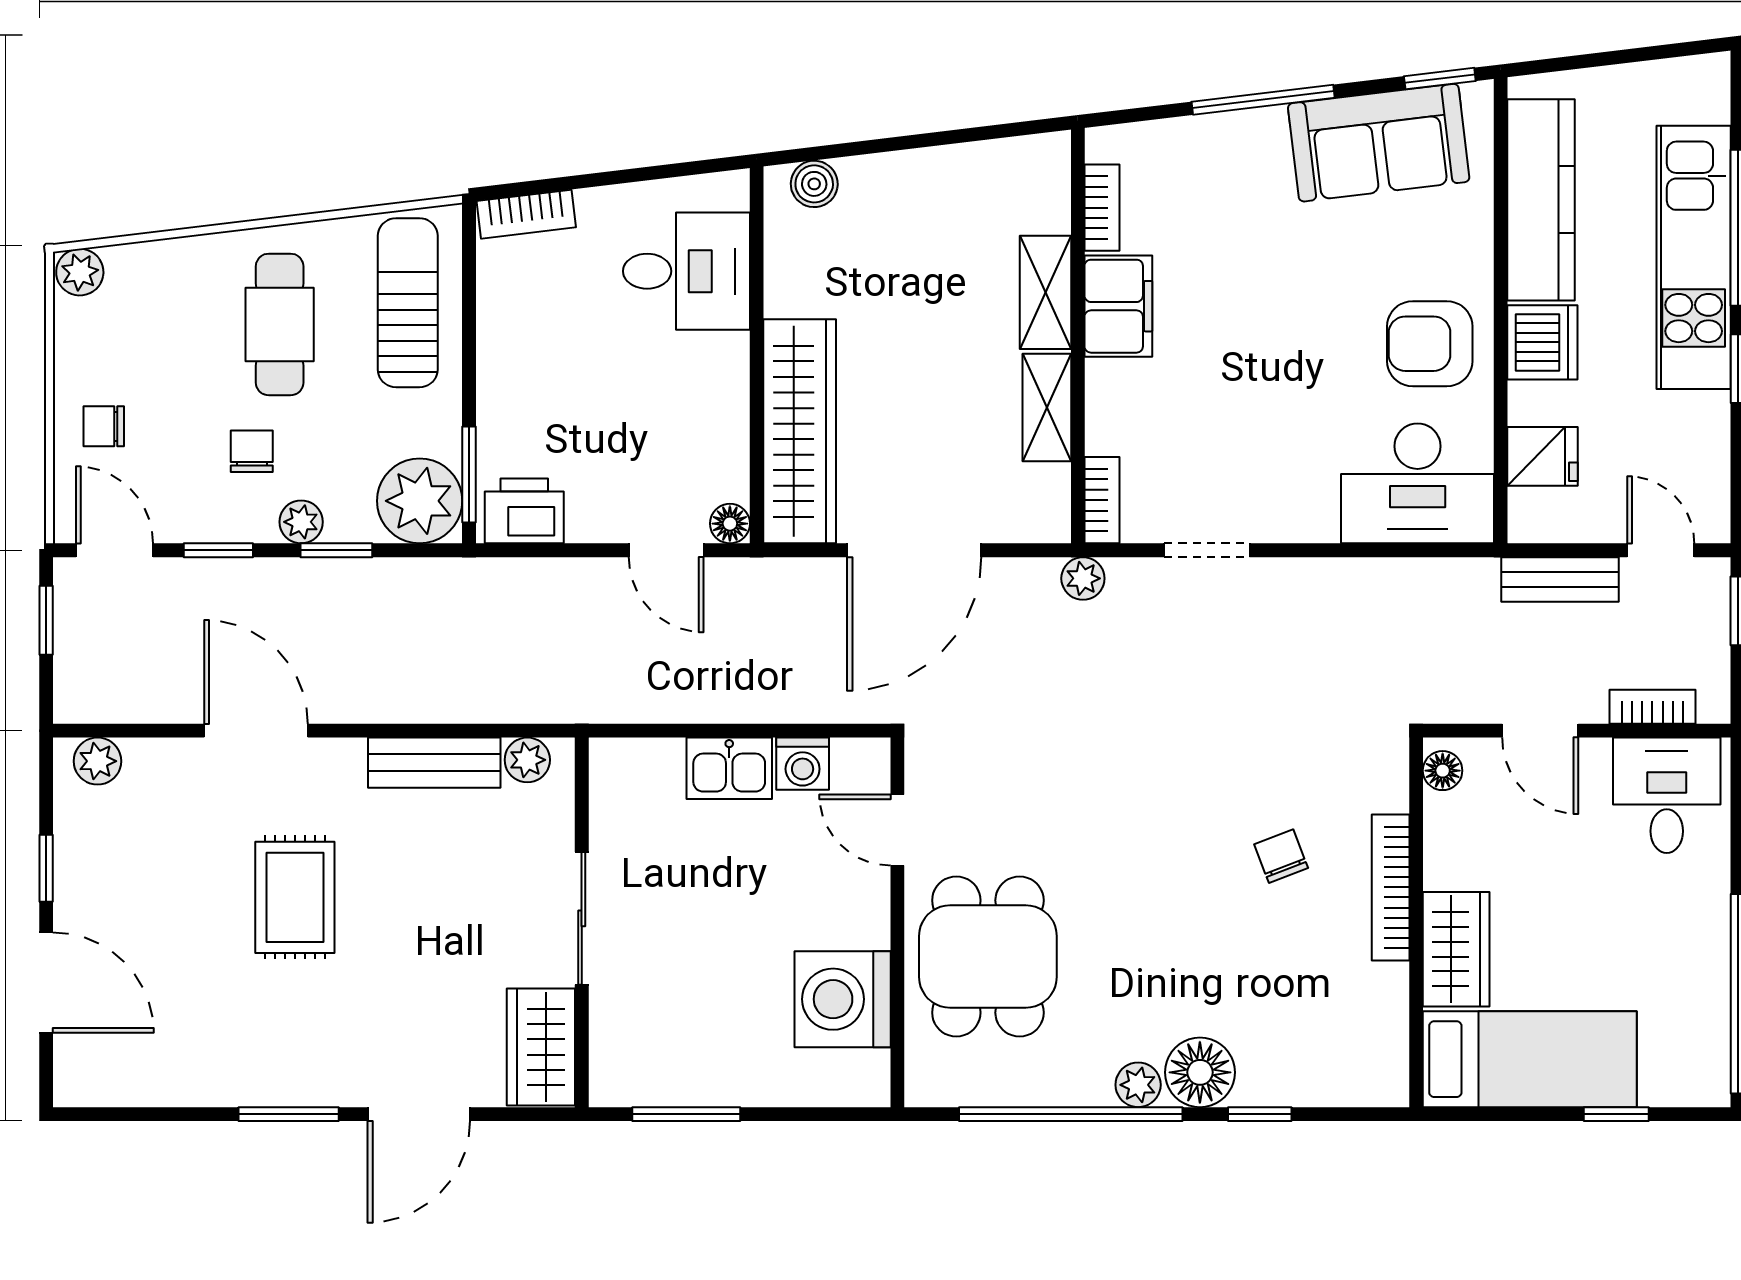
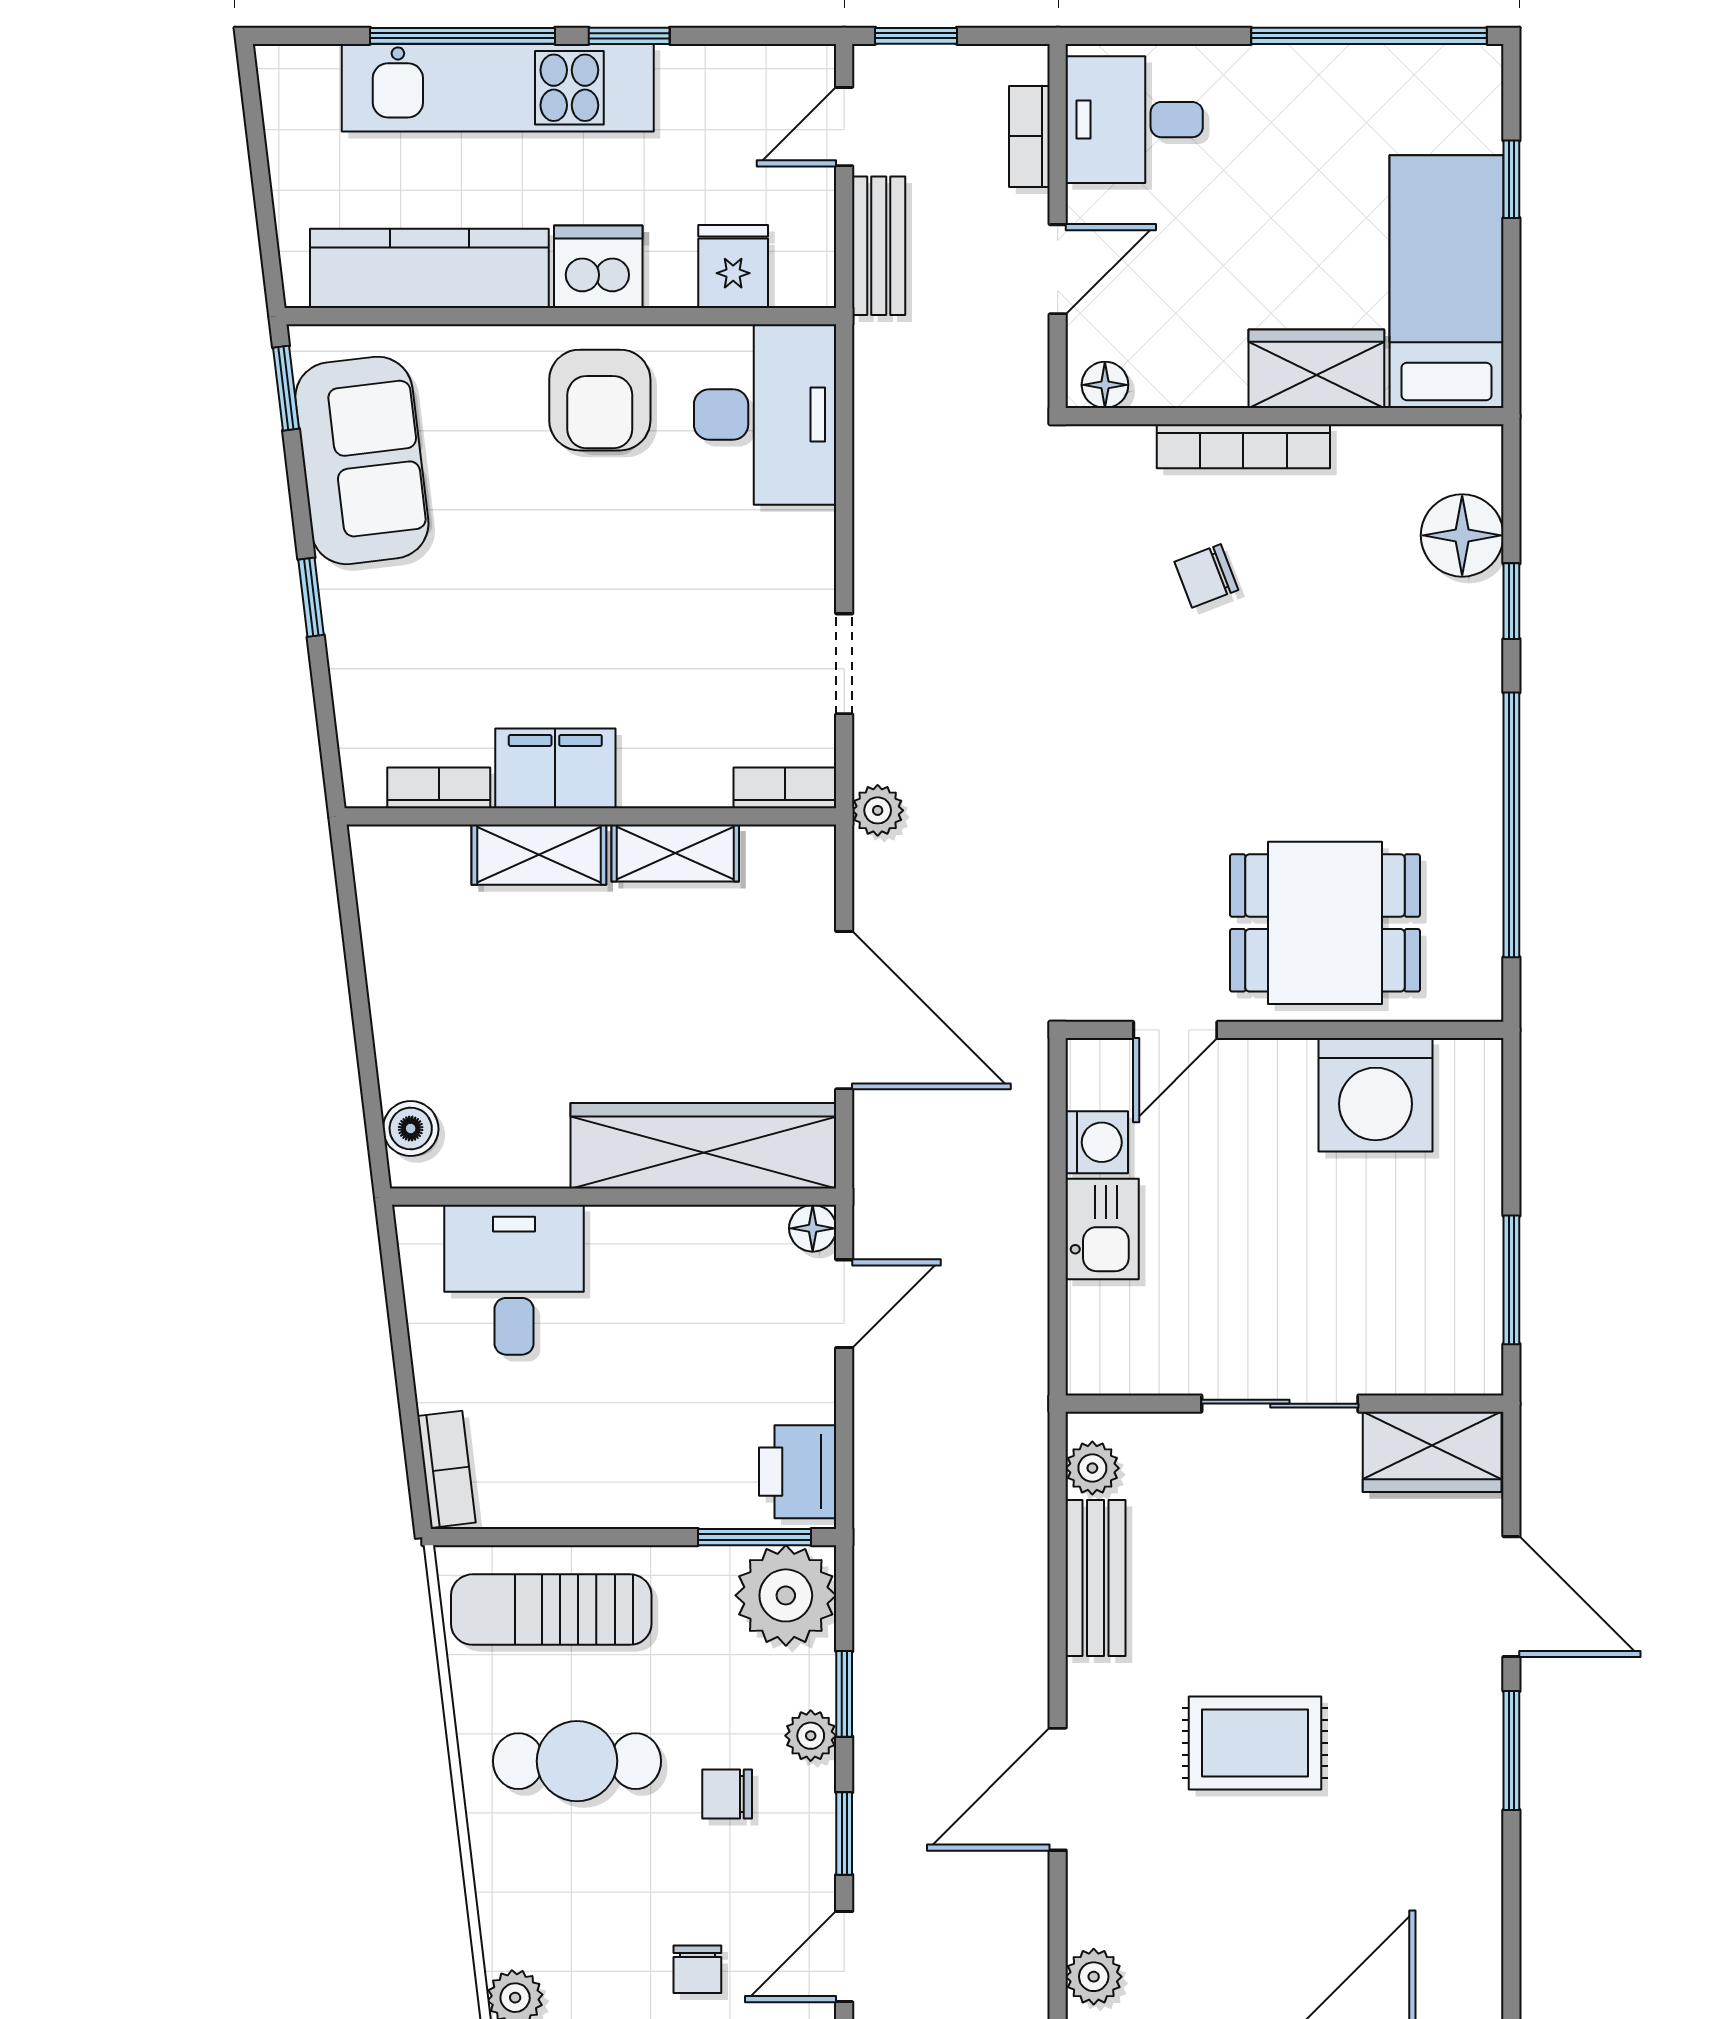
window: (1263, 100) -> (311, 597), width x0.46
floor lamp: (1200, 1072) -> (1462, 535), moved
plant: (1138, 1085) -> (1477, 745), removed

